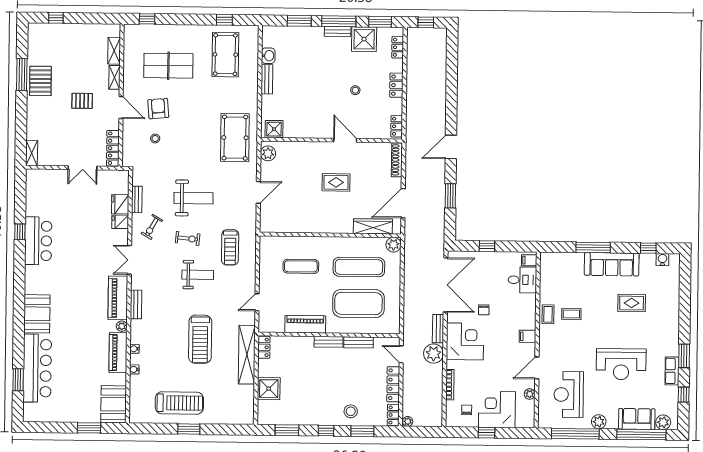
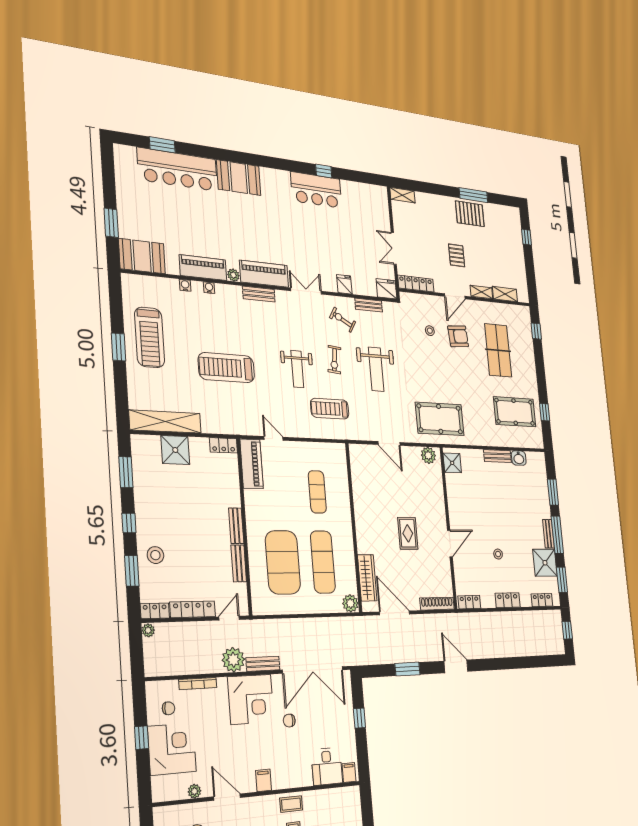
fridge: (120, 204) -> (386, 289), moved
piano: (305, 324) -> (252, 464), moved
shelving: (247, 355) -> (165, 422), moved

